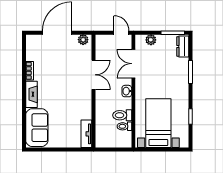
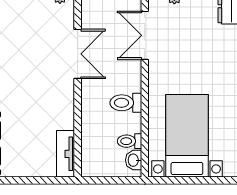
washbasin: (127, 91) -> (134, 160), moved
toilet: (122, 115) -> (126, 103), moved

